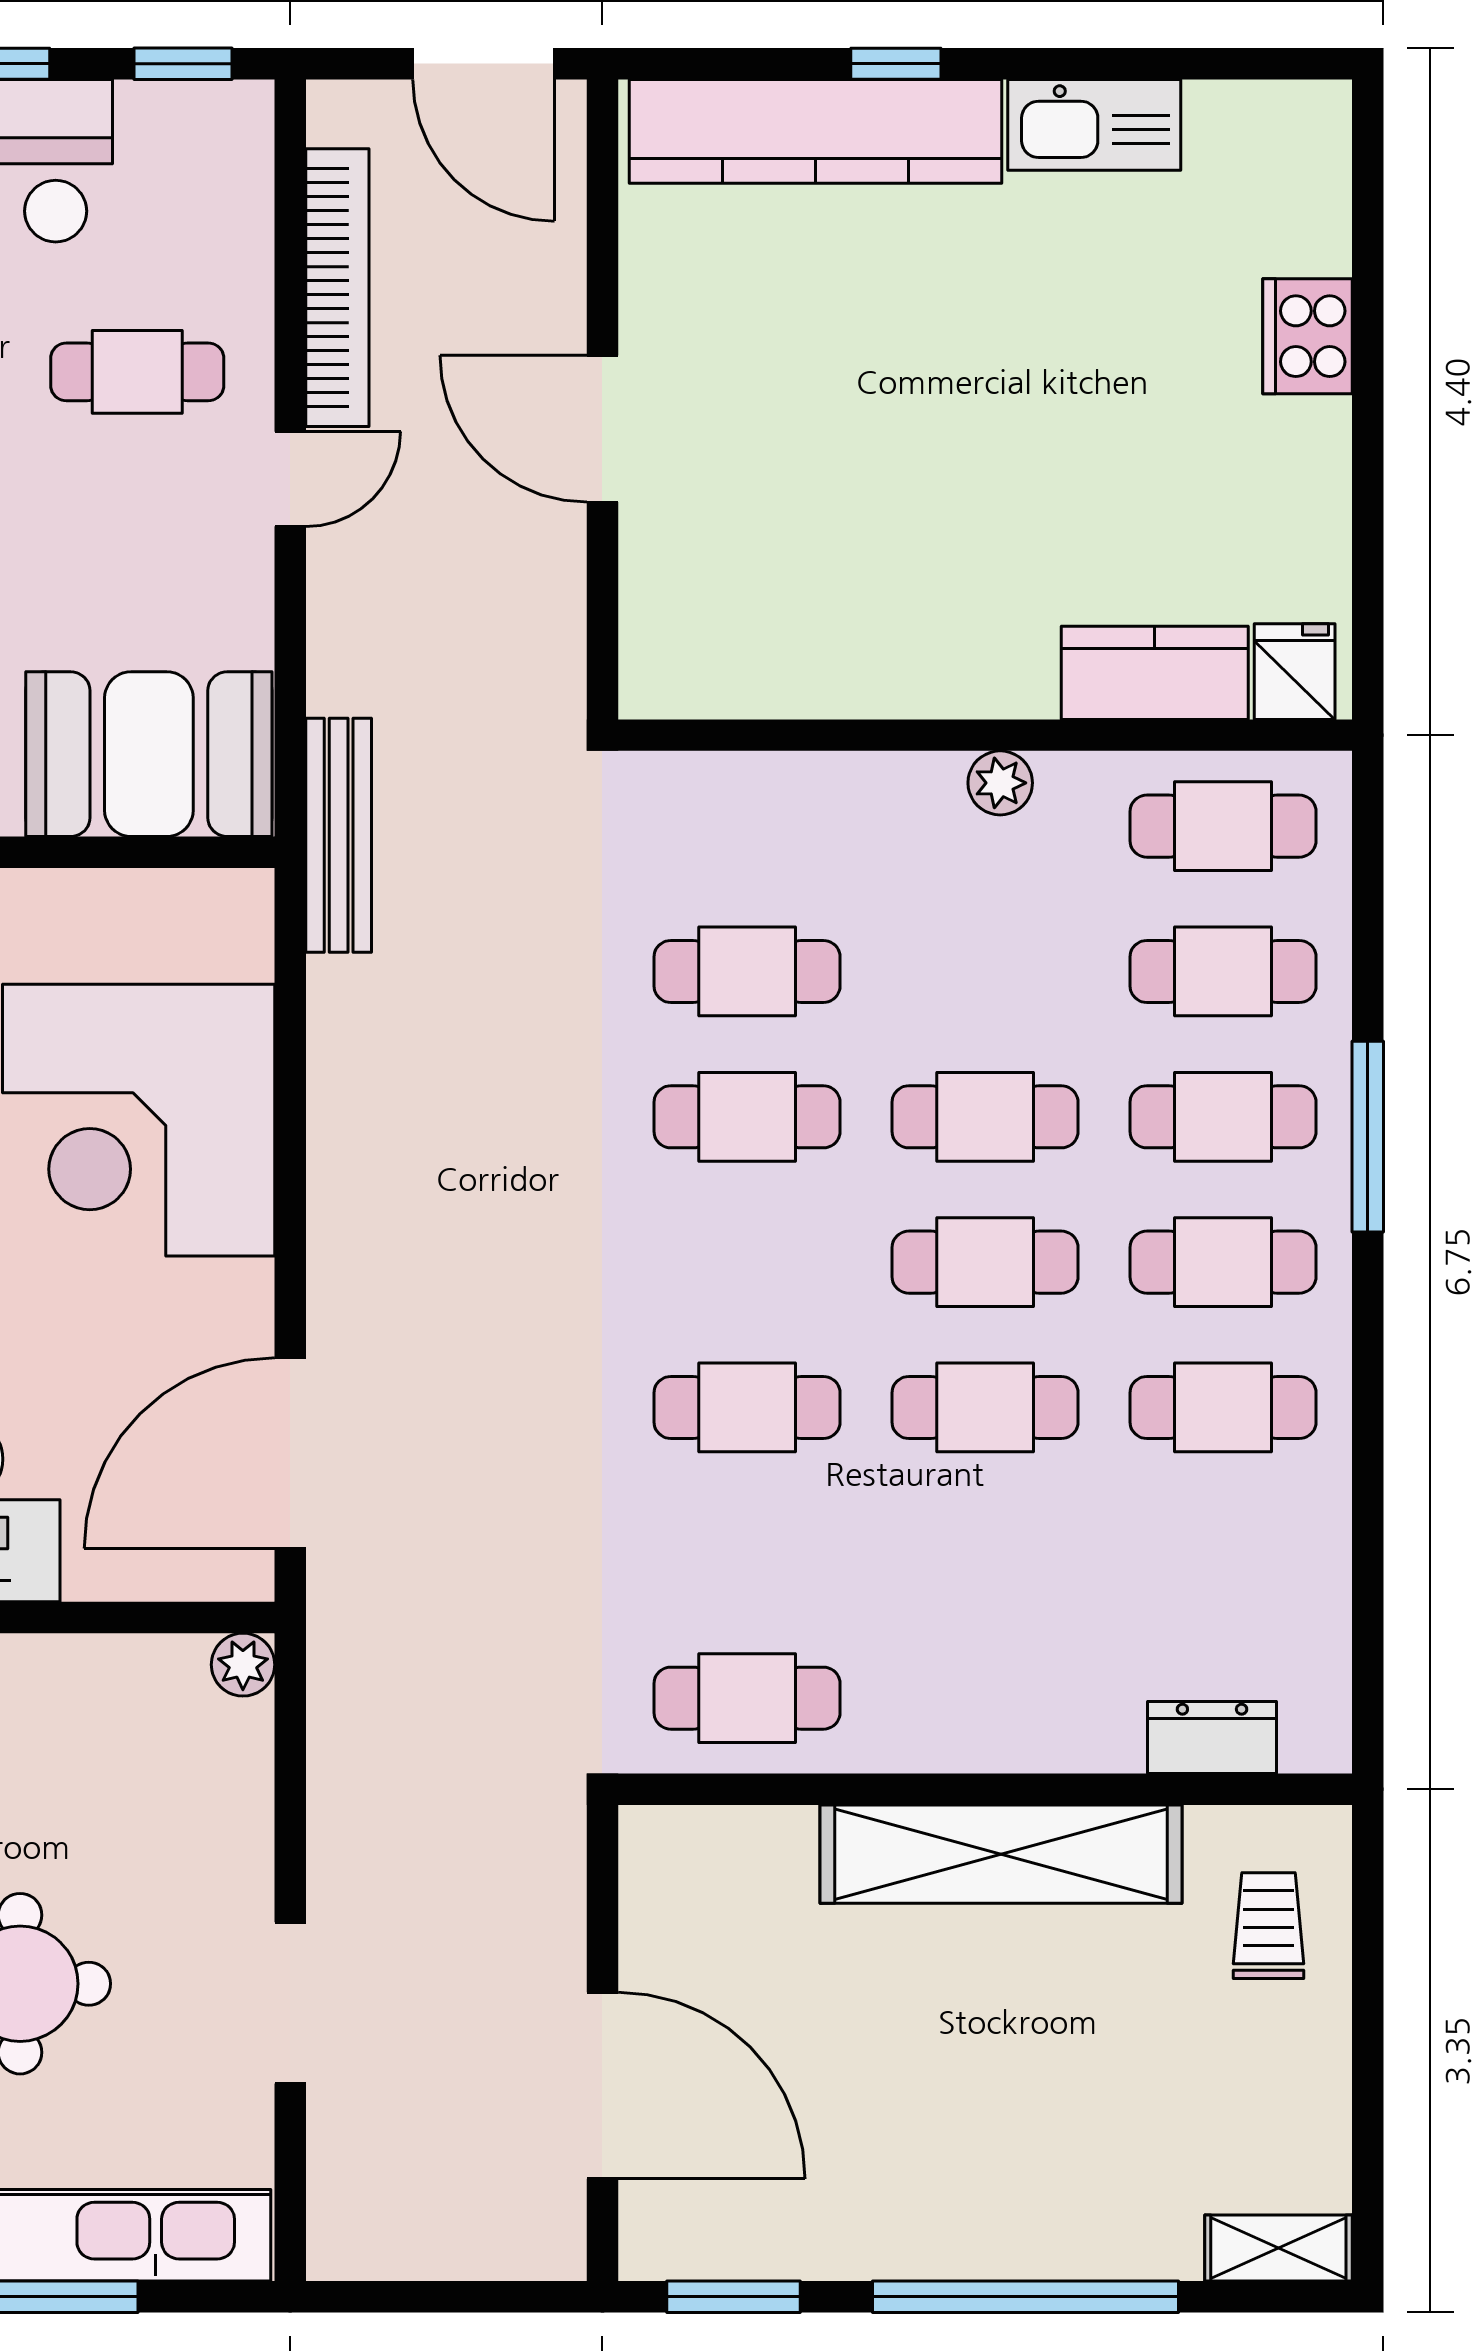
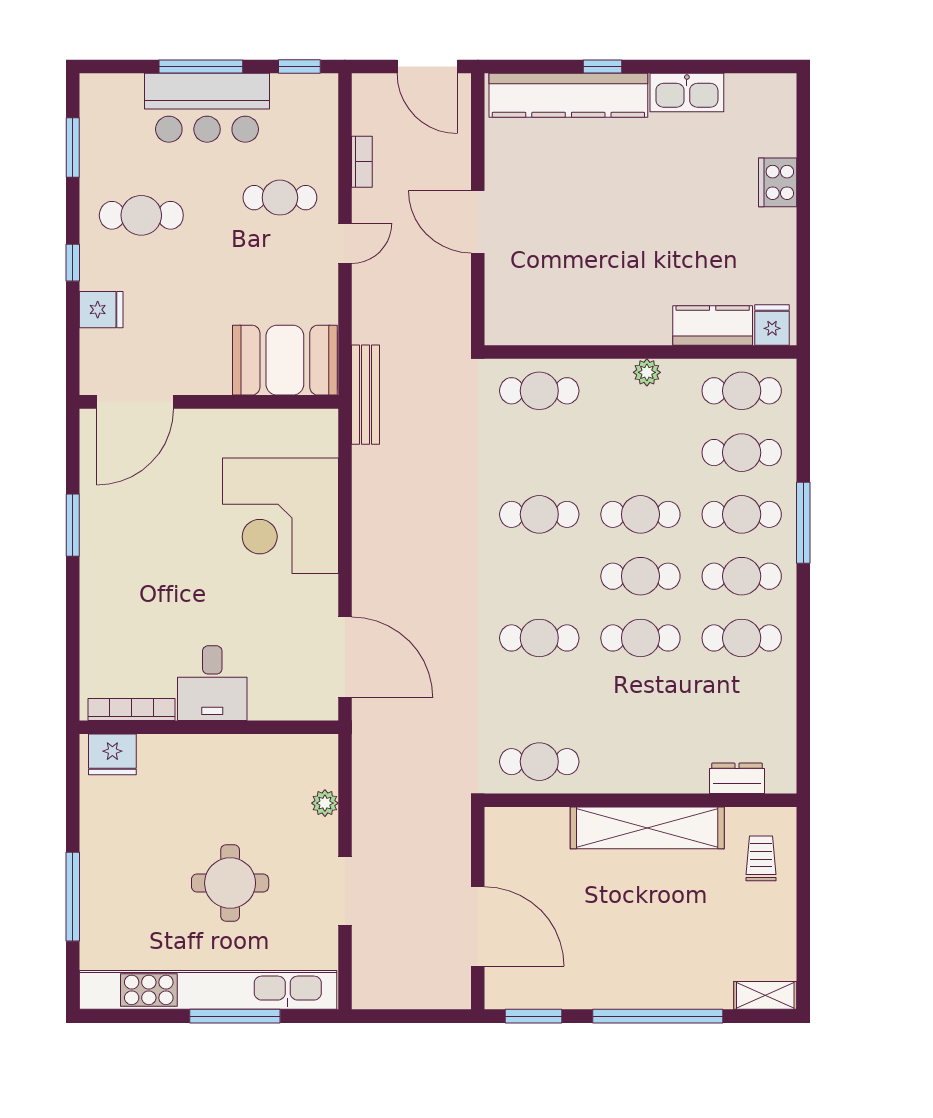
bookcase: (337, 288) -> (362, 162), width x0.43, depth x0.76
cafe table: (747, 971) -> (539, 391), moved
door: (290, 1453) -> (345, 657), swing flipped
plant: (243, 1665) -> (325, 803), moved

